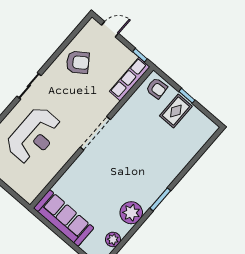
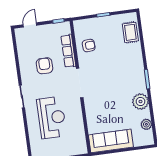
armchair: (78, 62) -> (45, 66), moved, turned -55
row of seats: (130, 79) -> (68, 51), moved
armchair: (157, 88) -> (89, 46), moved
rug: (176, 111) -> (130, 32), moved

